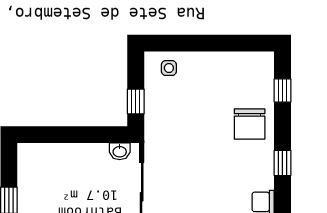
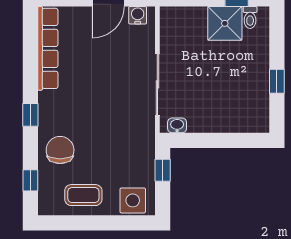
side table: (169, 68) -> (133, 200), width x1.87, depth x1.87
coffee table: (224, 74) -> (83, 195), added

